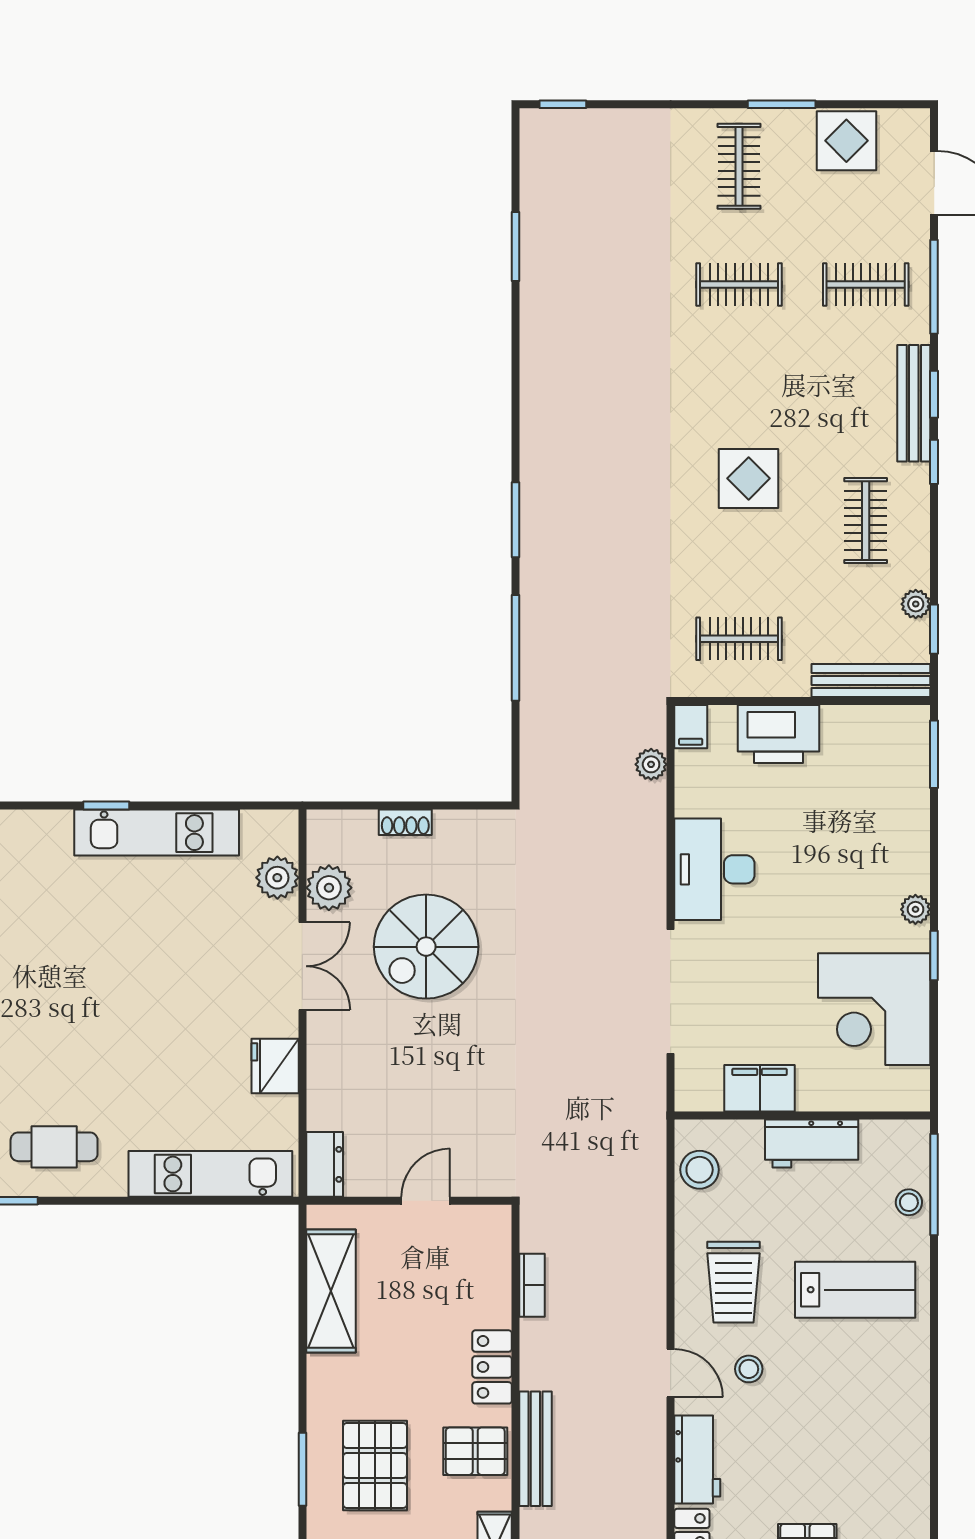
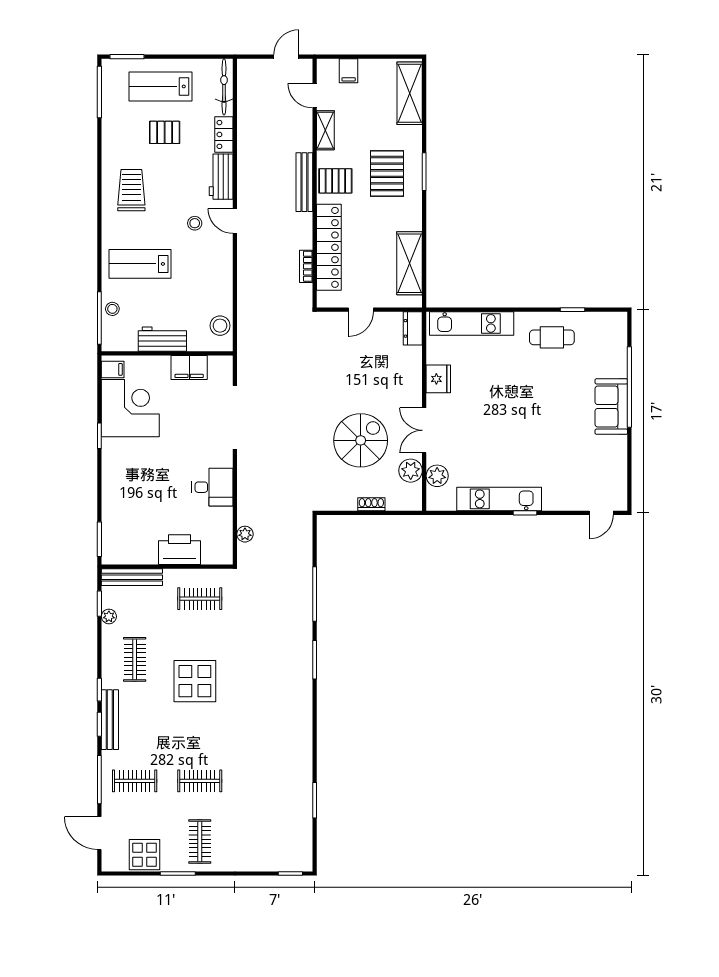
display table: (749, 478) -> (195, 681), width x1.36, depth x1.36
filing cabinet: (691, 727) -> (113, 369), moved, turned 90
desk: (714, 869) -> (212, 487), width x0.73
plant: (915, 909) -> (109, 459), removed
trolley: (734, 1282) -> (131, 190), moved
locker: (492, 1367) -> (329, 247), width x2.16, depth x1.21

